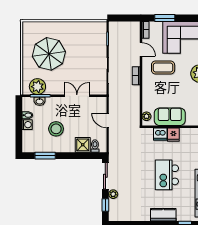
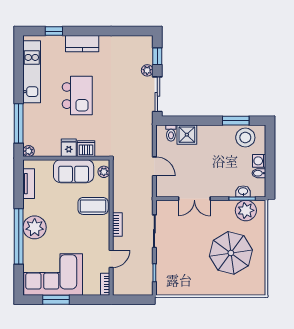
window: (165, 18) -> (56, 300), moved
door: (141, 49) -> (111, 259), swing flipped
coffee table: (163, 68) -> (93, 206), moved
stool: (56, 129) -> (245, 138), moved

